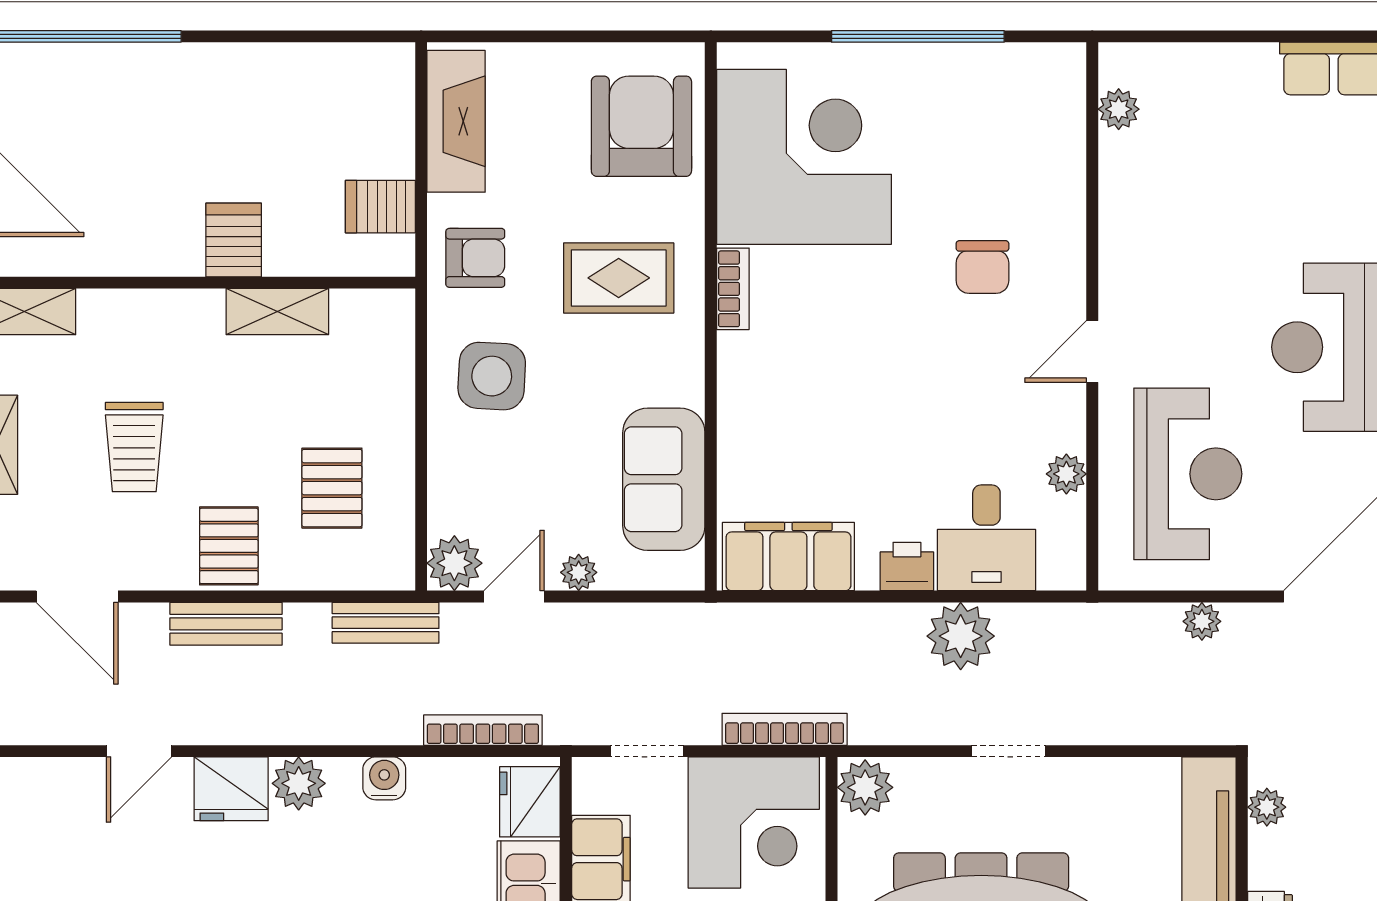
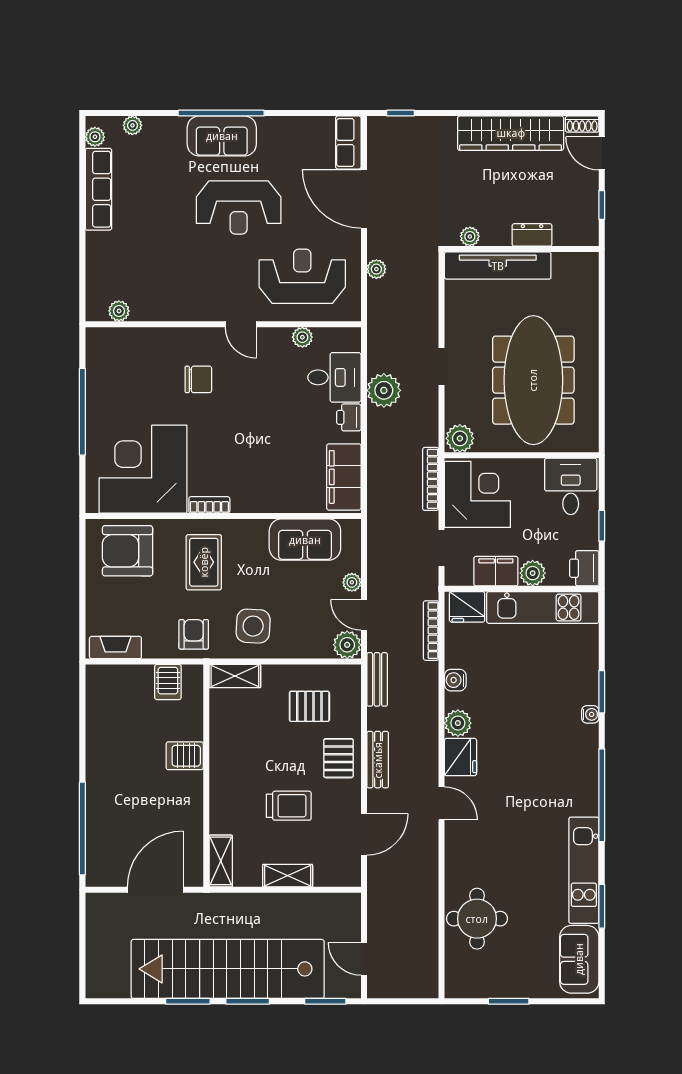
fireplace: (456, 121) -> (115, 648), width x0.73, depth x0.76
shelving: (277, 312) -> (235, 676), moved, turned 90
pallet: (229, 546) -> (338, 758), turned 90

